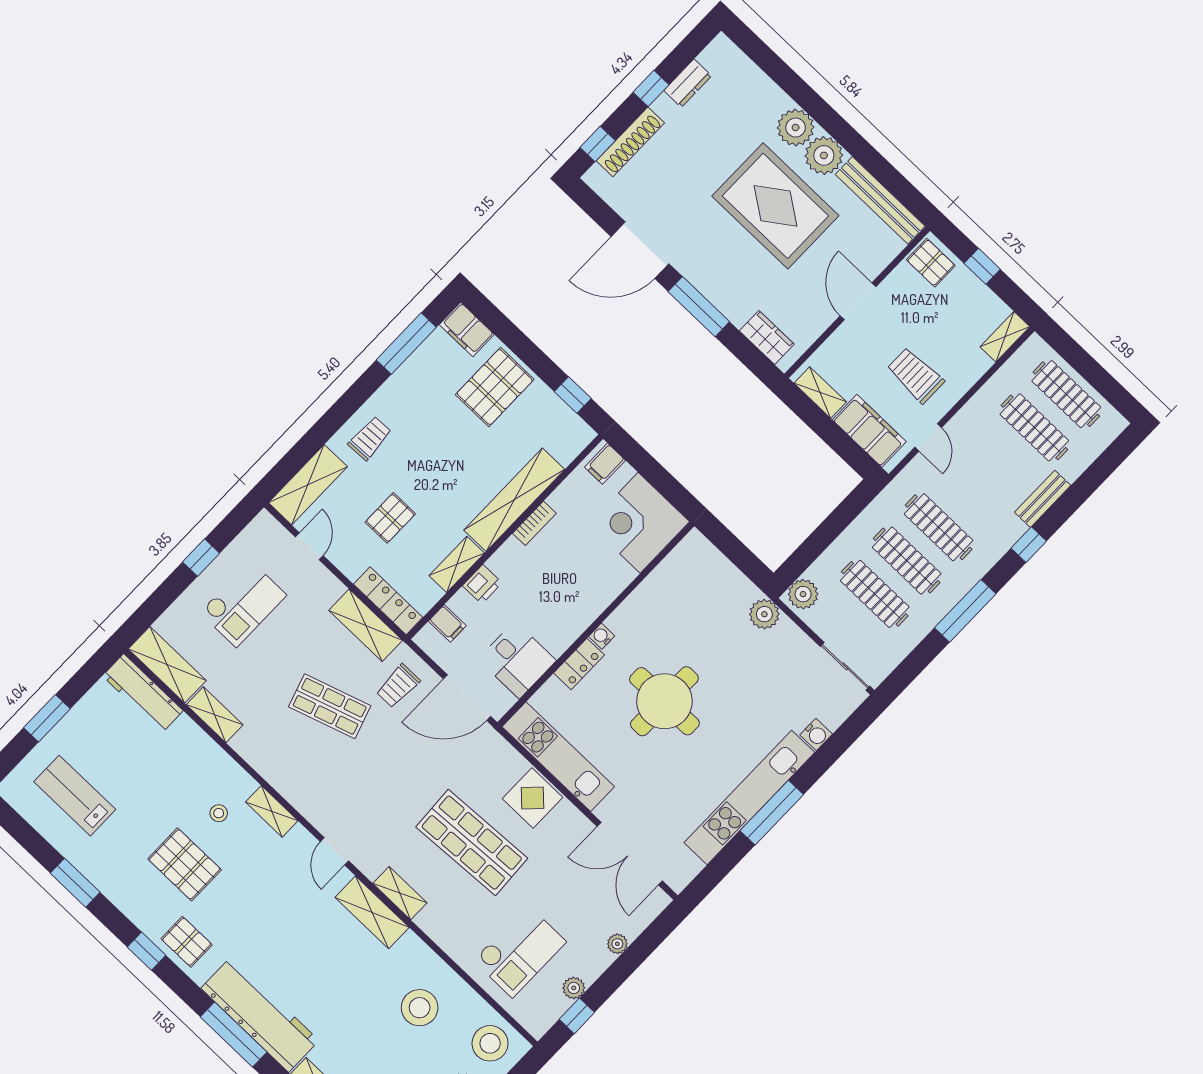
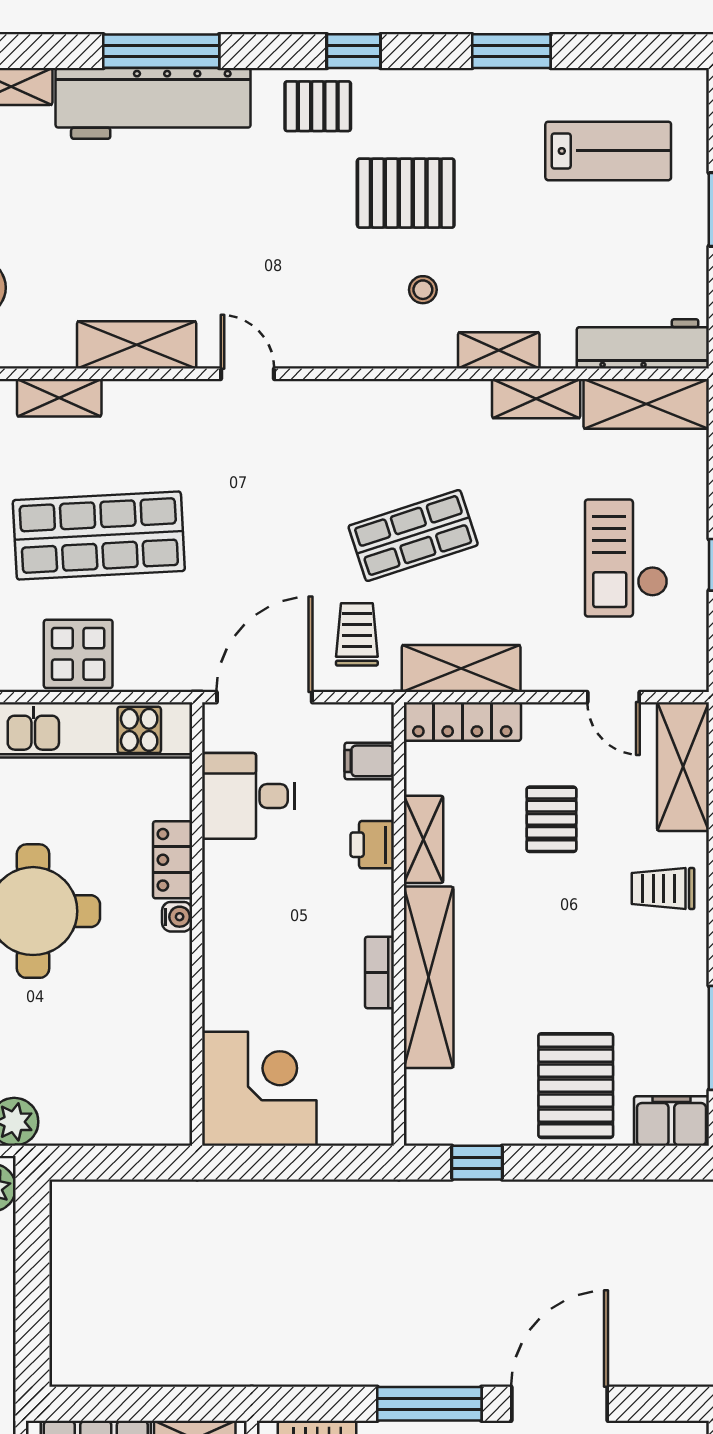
trolley: (370, 438) -> (663, 888), turned 92
filing cabinet: (605, 464) -> (364, 1119), removed
shelving: (272, 811) -> (499, 350), moved
shelving: (400, 893) -> (59, 398), moved

